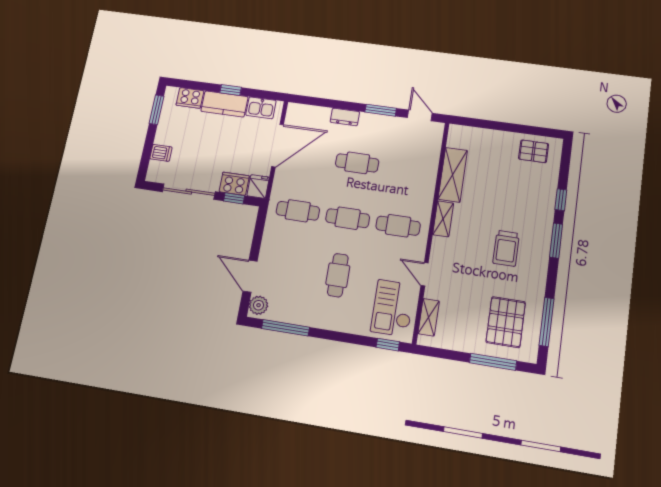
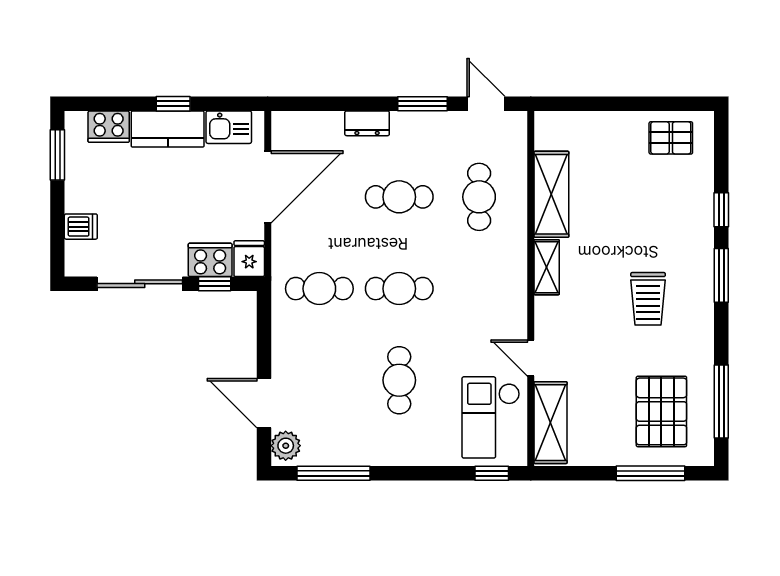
cafe table: (398, 226) -> (479, 197), moved, turned 90
shelving: (429, 317) -> (551, 423), width x1.50, depth x1.33

